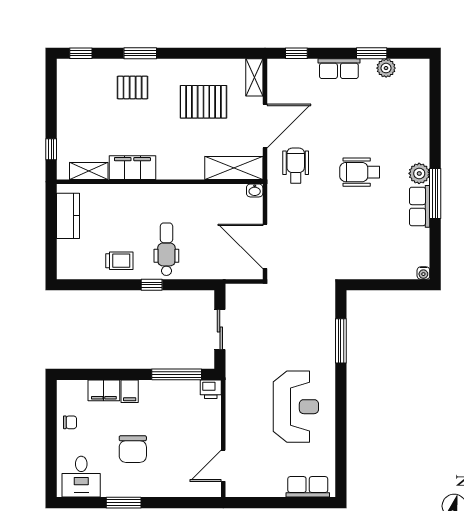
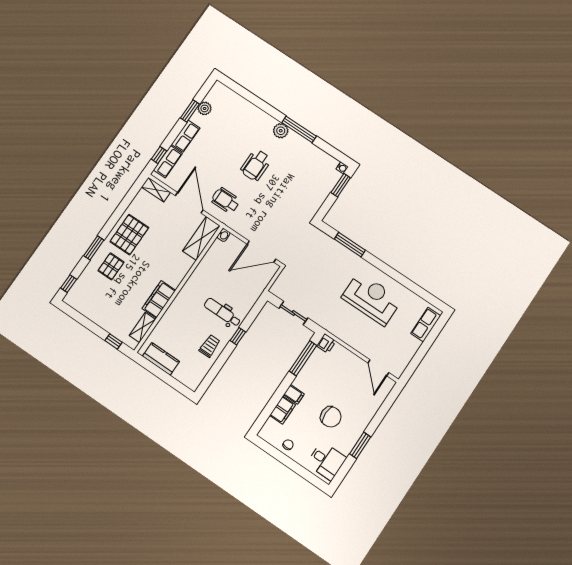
pallet: (203, 102) -> (129, 235), moved
row of seats: (420, 206) -> (168, 162), moved, turned -90
window: (402, 285) -> (341, 185), added

